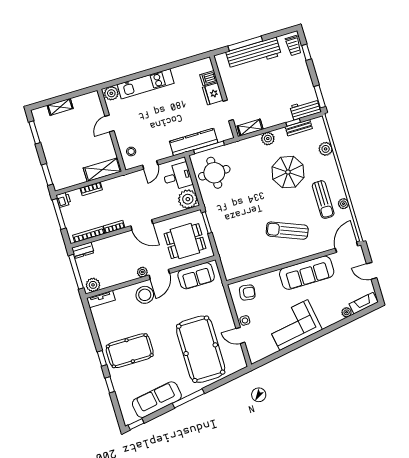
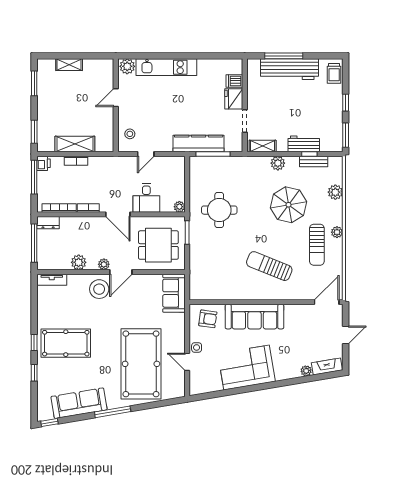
window: (306, 52) -> (346, 103), moved
workbench: (305, 109) -> (304, 144), moved
shelving: (102, 170) -> (75, 144), moved
round table: (214, 173) -> (219, 210), moved
desk: (177, 177) -> (146, 198), moved, turned 90
plant: (188, 199) -> (179, 207), width x0.53, depth x0.53
plant: (343, 204) -> (337, 232), moved
door: (372, 271) -> (346, 335), swing flipped
sofa: (307, 273) -> (254, 317), moved
sofa: (196, 276) -> (174, 293), moved, turned 90
plant: (93, 285) -> (79, 262), moved

